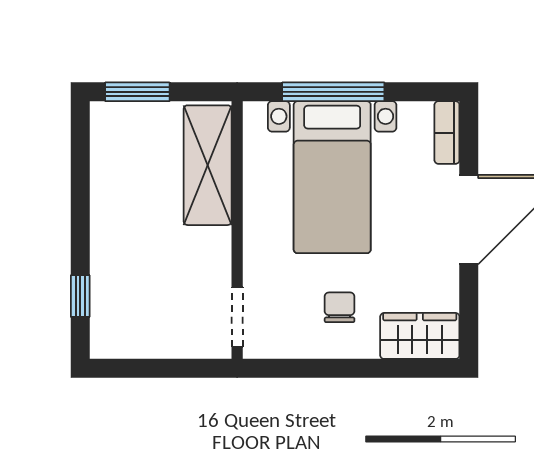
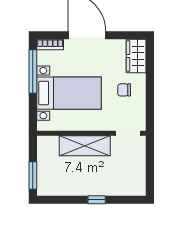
window: (333, 92) -> (33, 71), moved
shelving: (208, 165) -> (85, 146), moved
window: (80, 296) -> (97, 200), moved

